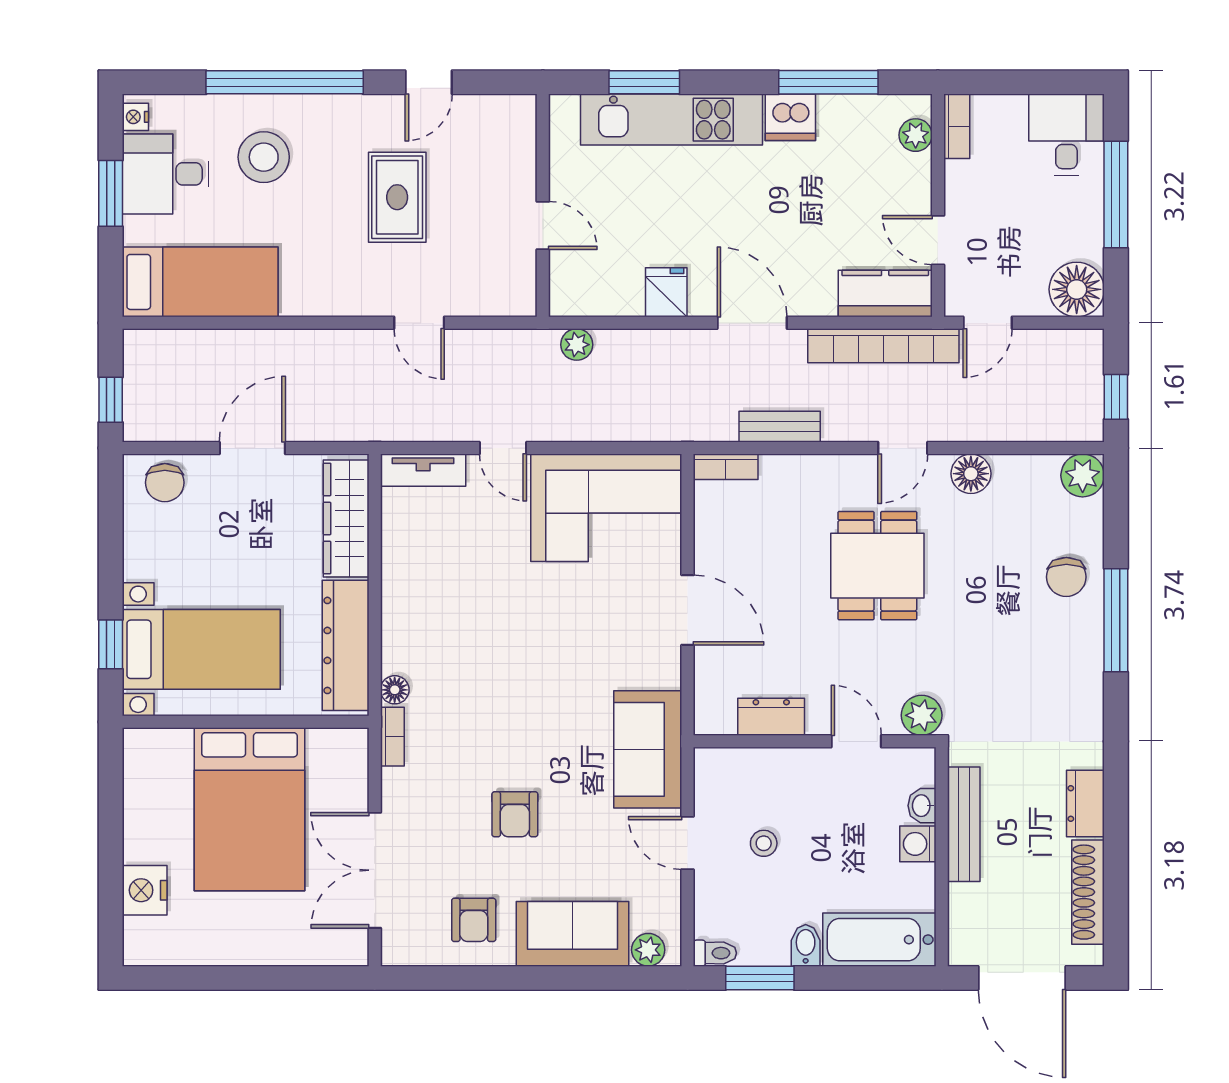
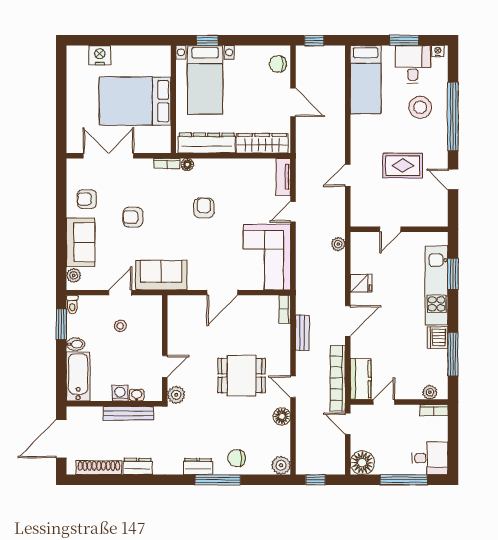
armchair: (494, 652) -> (204, 208), added
dresser: (771, 717) -> (198, 467), moved, turned -90

